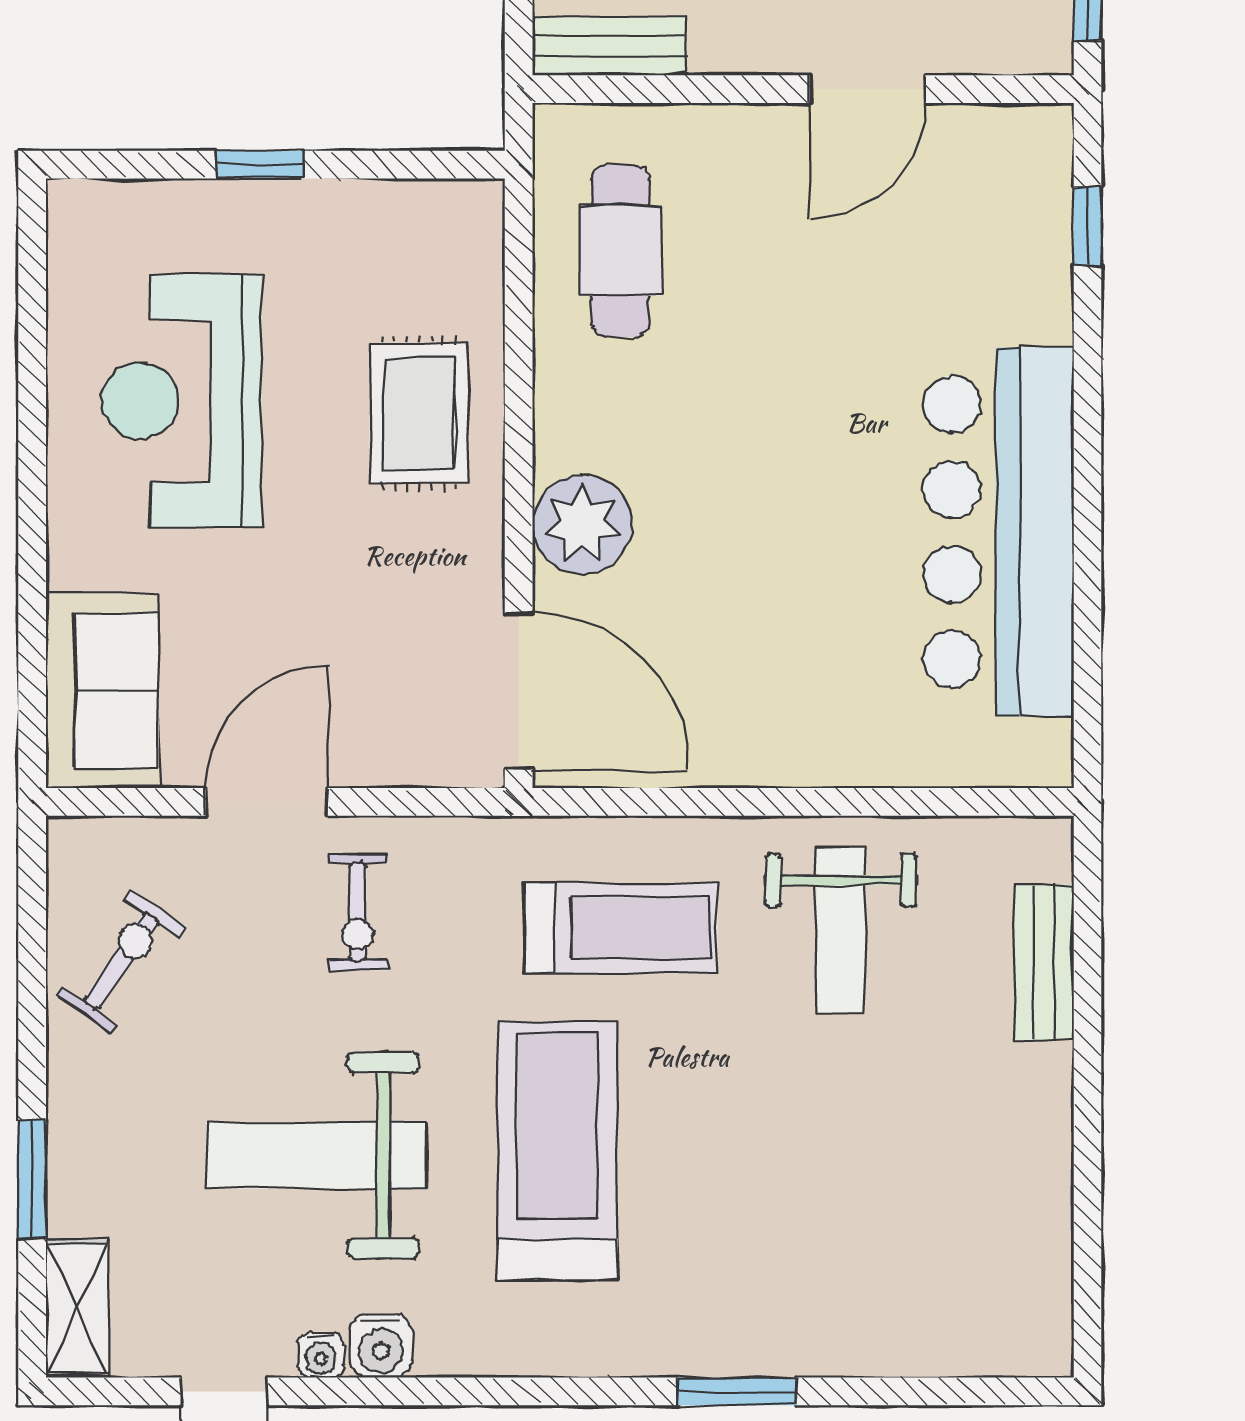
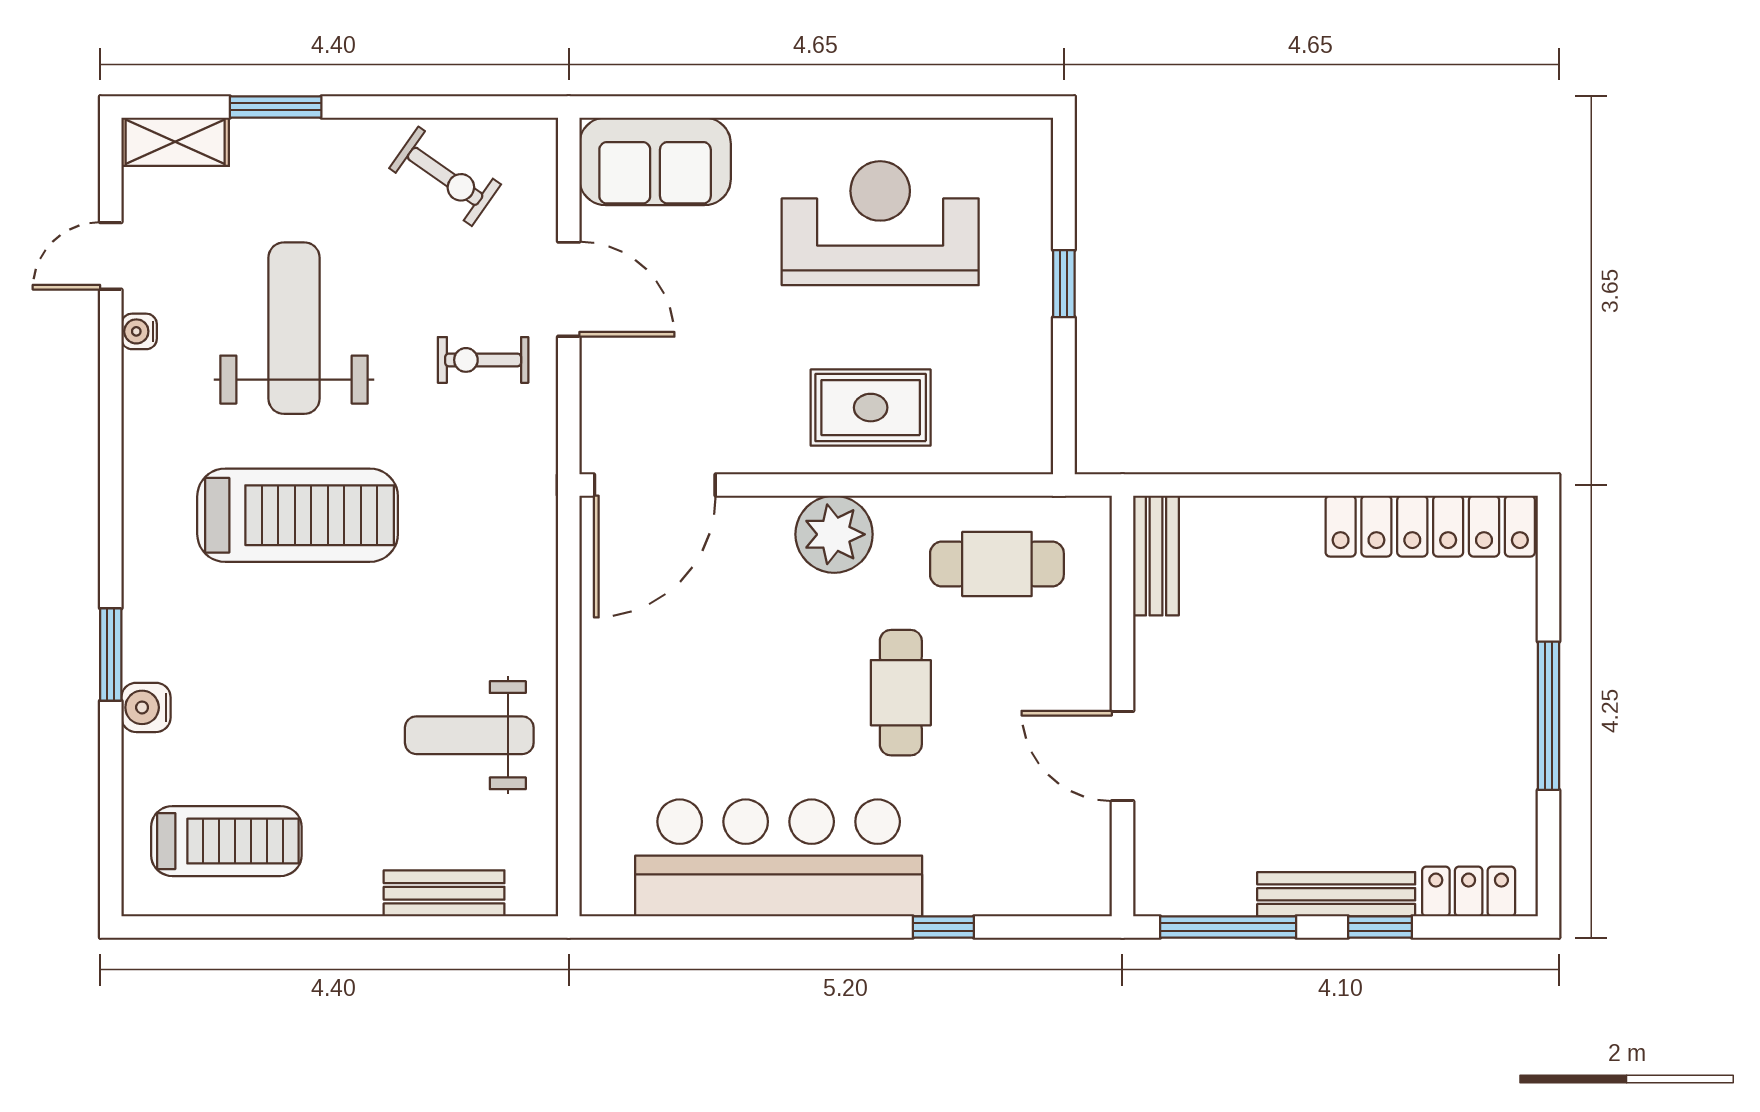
window: (1088, 226) -> (943, 927), moved
cafe table: (786, 374) -> (901, 693), added
plant: (582, 525) -> (834, 534), moved
treadmill: (621, 928) -> (226, 841), moved, turned -90
water cooler: (381, 1346) -> (146, 707), moved

